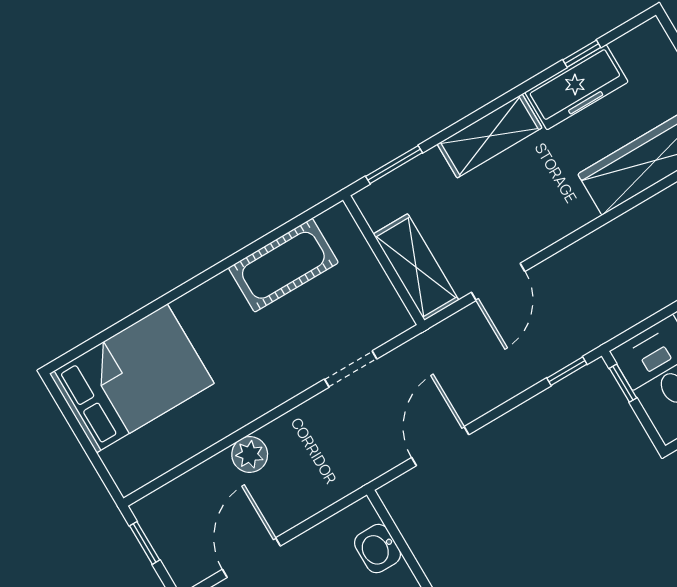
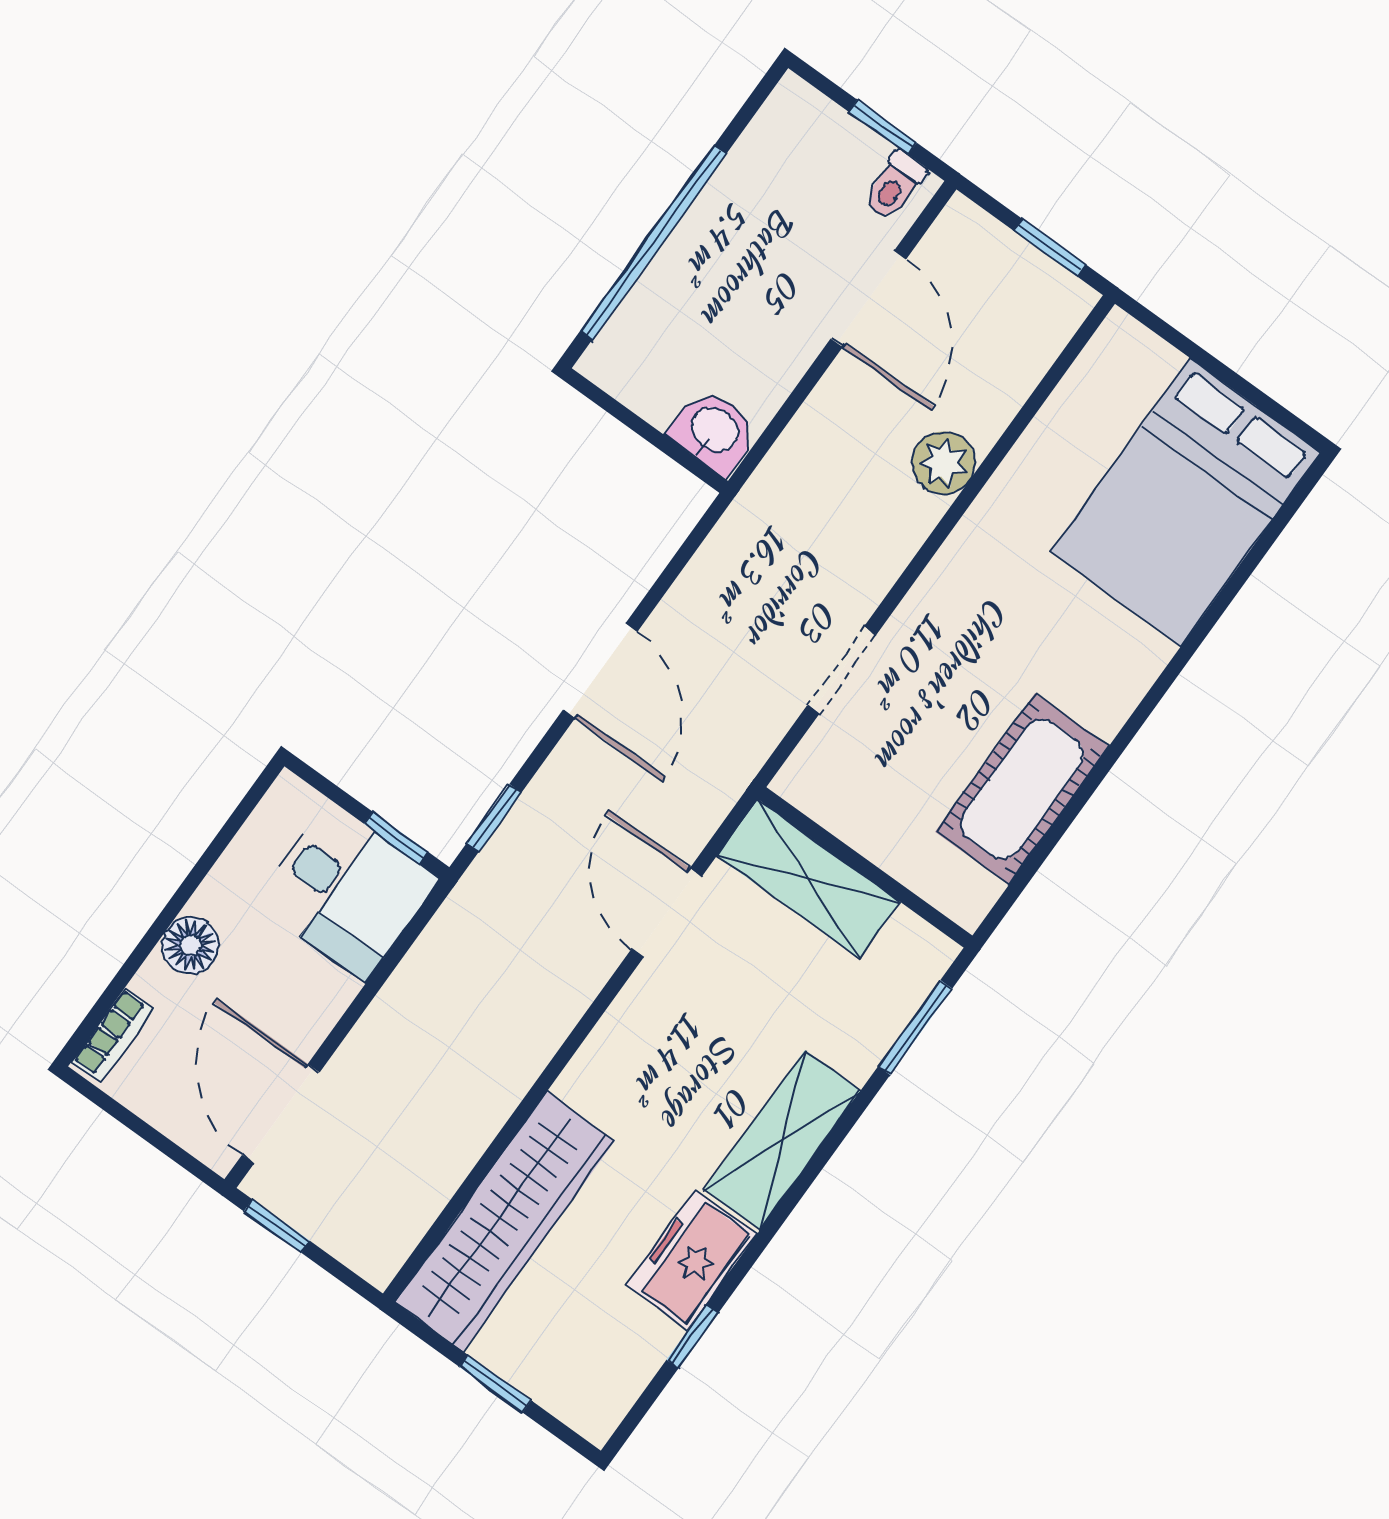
freezer: (576, 87) -> (691, 1260), width x0.71
door: (440, 446) -> (600, 671), moved
washbasin: (378, 549) -> (714, 431), moved

